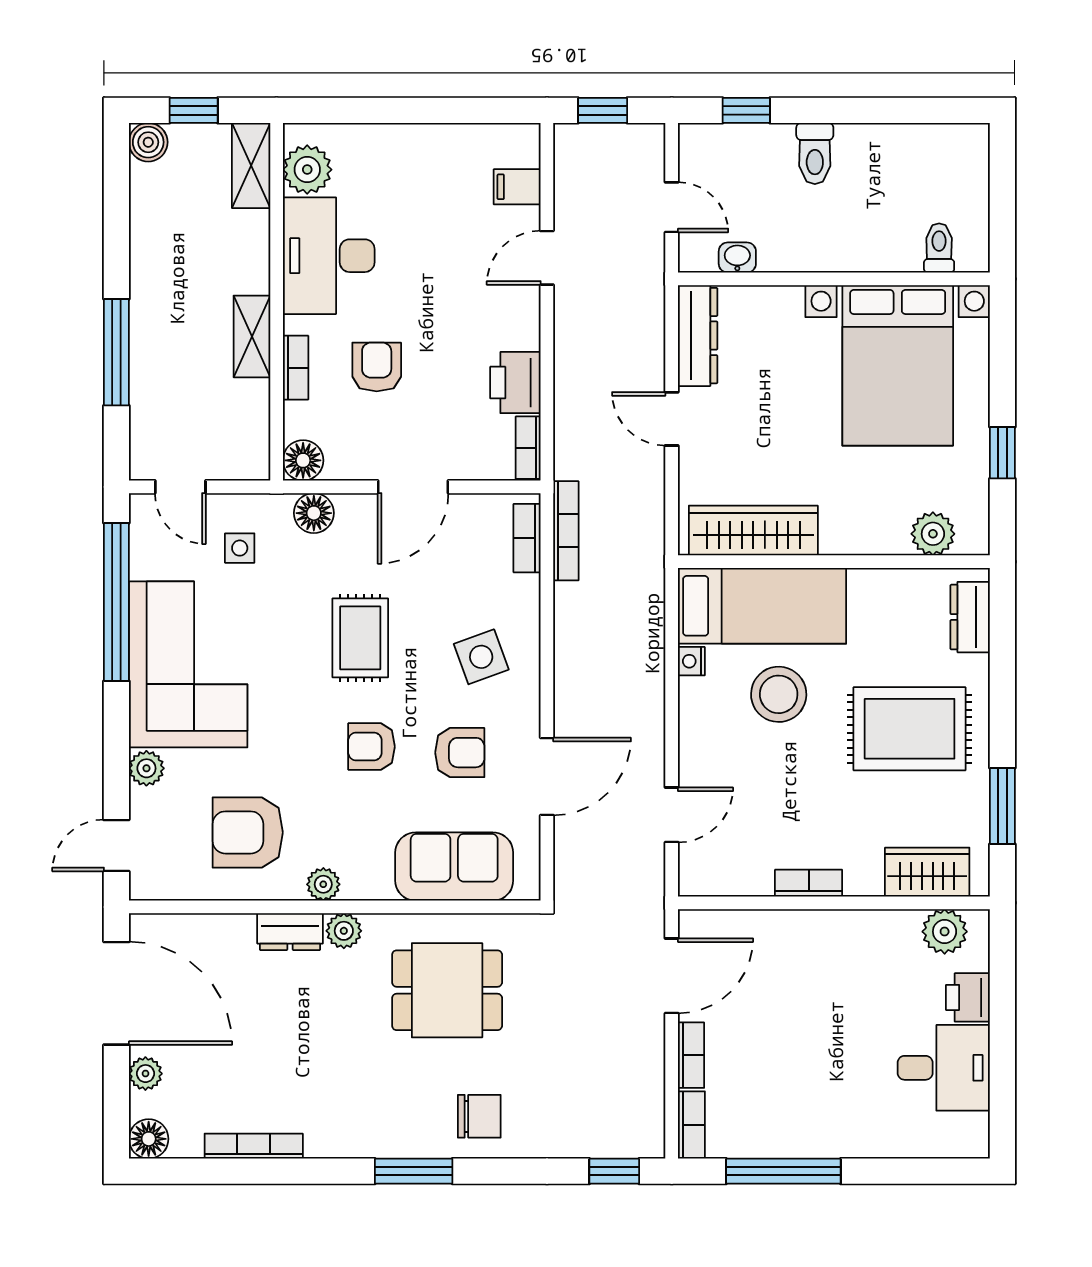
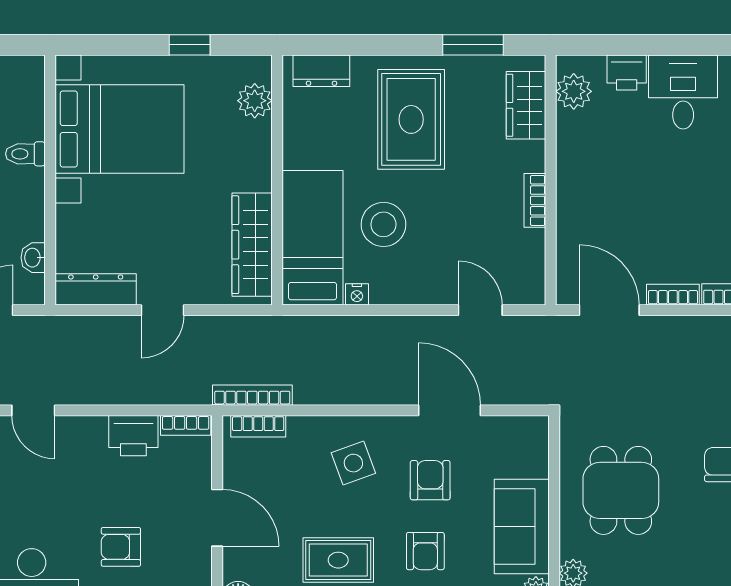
toilet: (939, 248) -> (25, 154), moved
sofa: (454, 867) -> (522, 526), moved

